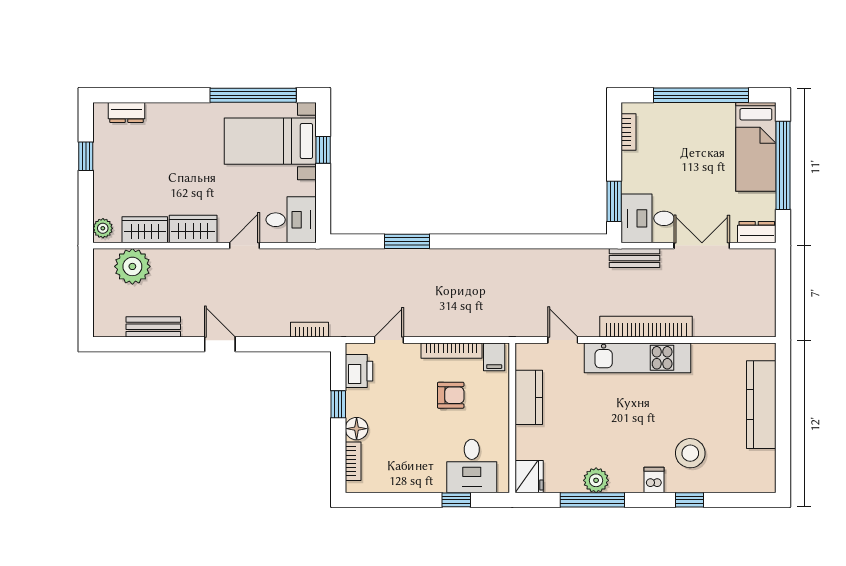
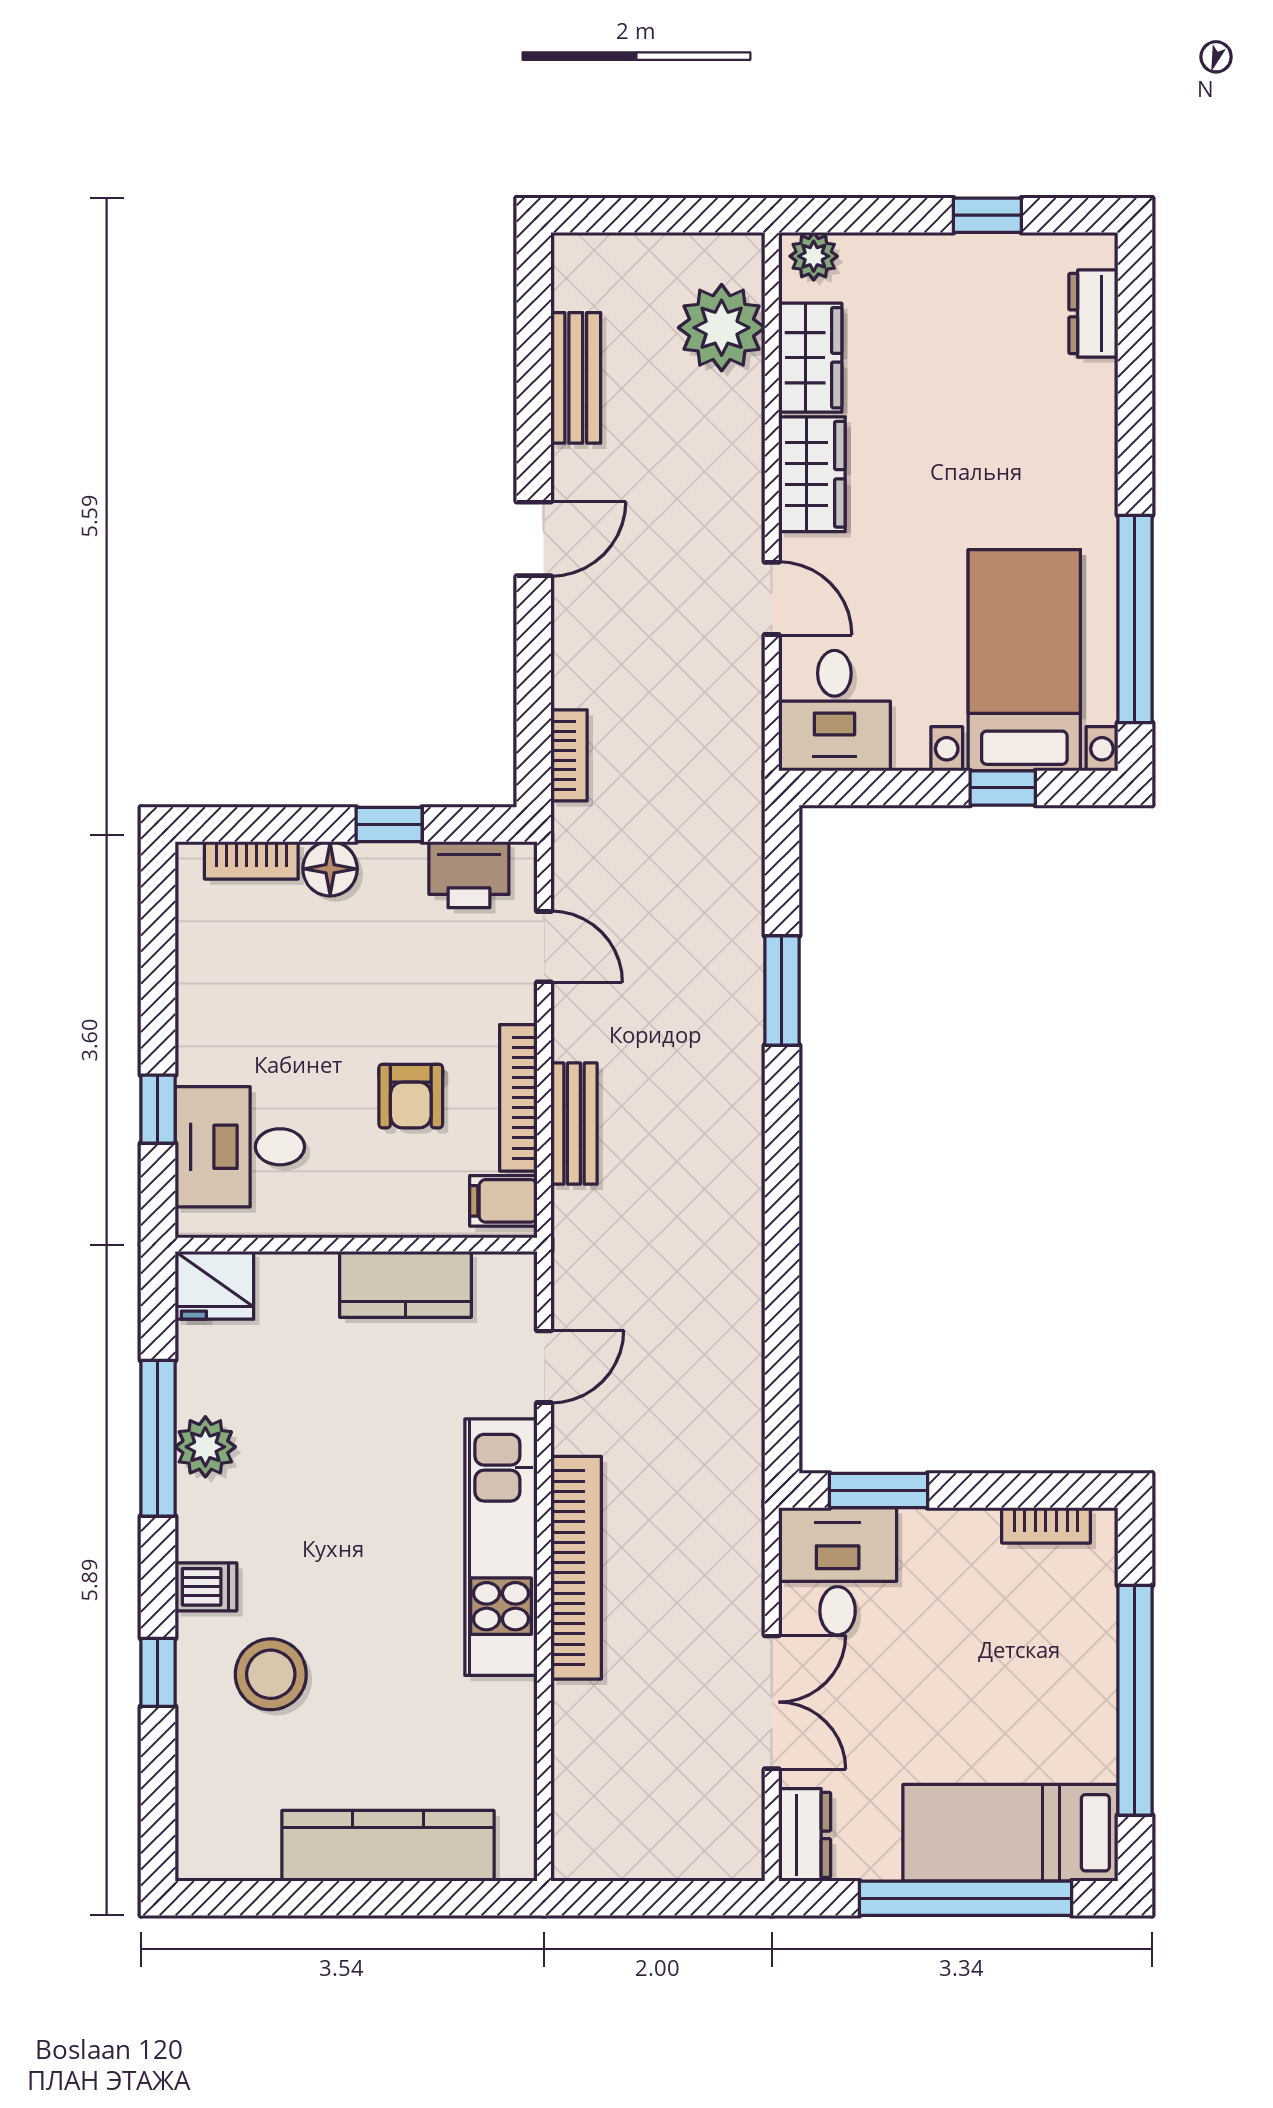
bench: (635, 258) -> (574, 1124), moved

